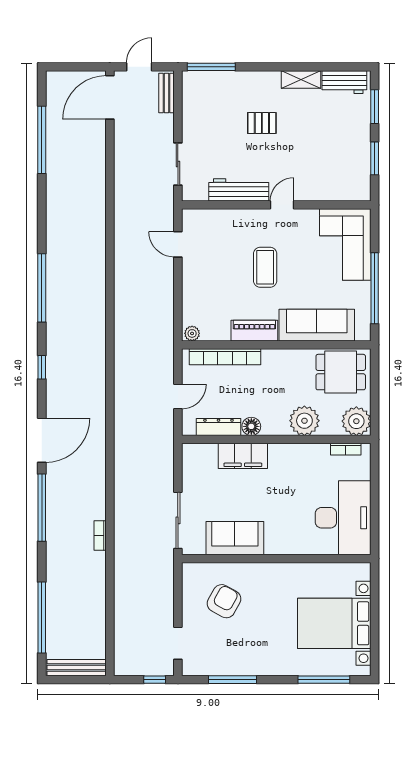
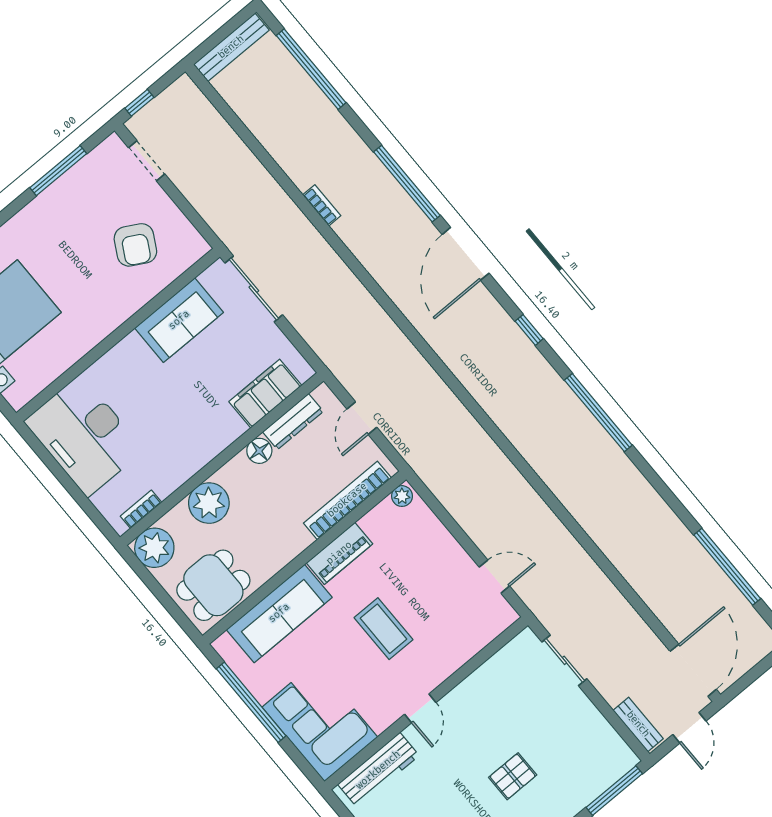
workbench: (239, 190) -> (378, 770), moved
filing cabinet: (243, 456) -> (265, 394), moved

